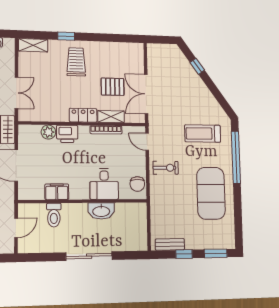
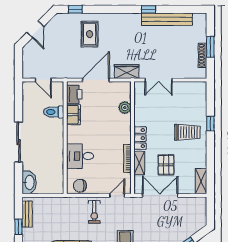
shelving: (33, 45) -> (201, 181), moved
printer: (67, 134) -> (74, 94), moved, turned 180
washbasin: (101, 211) -> (29, 182), moved, turned 180

